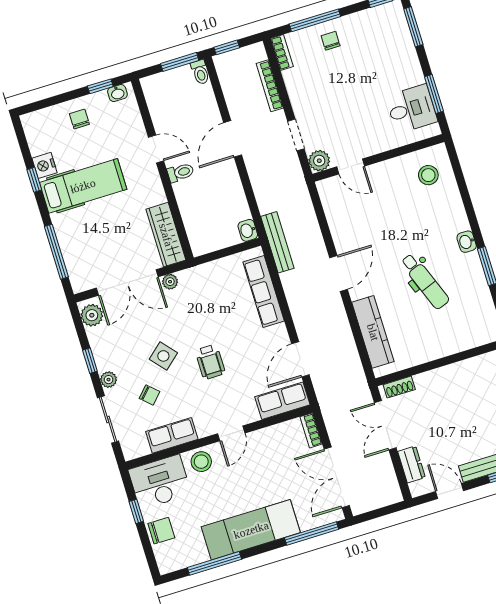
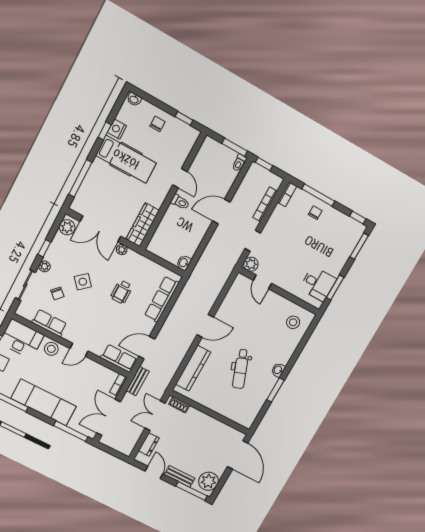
washbasin: (117, 93) -> (134, 99), moved
bench: (277, 242) -> (138, 381), moved, width x0.73
wheelchair: (210, 362) -> (122, 292), moved

